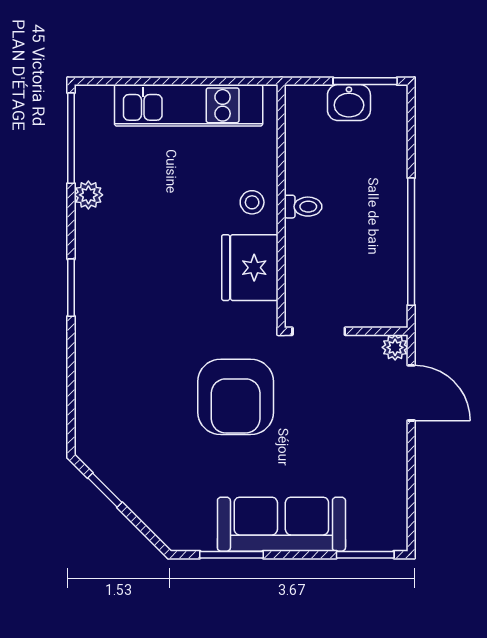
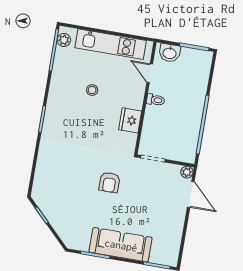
washbasin: (349, 103) -> (170, 53), moved
door: (281, 152) -> (150, 73), added
plant: (88, 195) -> (64, 40), moved
stool: (252, 202) -> (92, 90), moved
fridge: (250, 268) -> (130, 120), width x0.73, depth x0.75
armchair: (236, 397) -> (109, 182), width x0.53, depth x0.53

